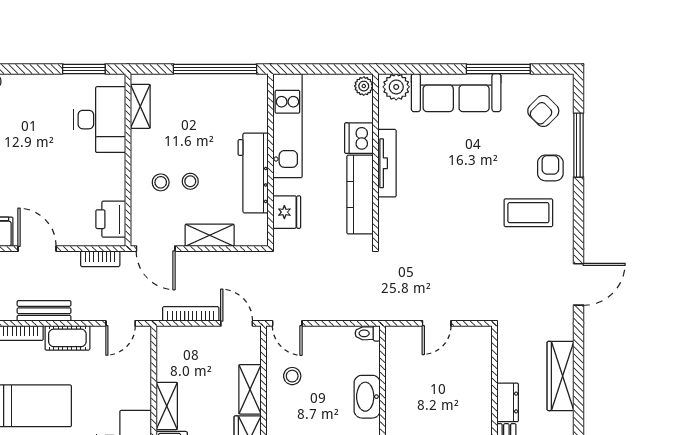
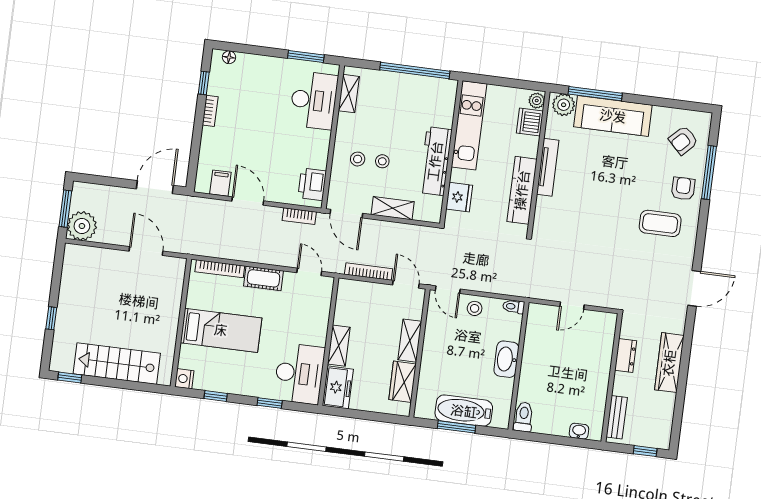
window: (498, 69) -> (595, 94), moved
dishwasher: (359, 138) -> (530, 122), moved
bench: (44, 311) -> (247, 253), removed
door: (121, 323) -> (309, 272), swing flipped
stool: (292, 376) -> (475, 308), moved
dresser: (508, 402) -> (626, 356), moved

